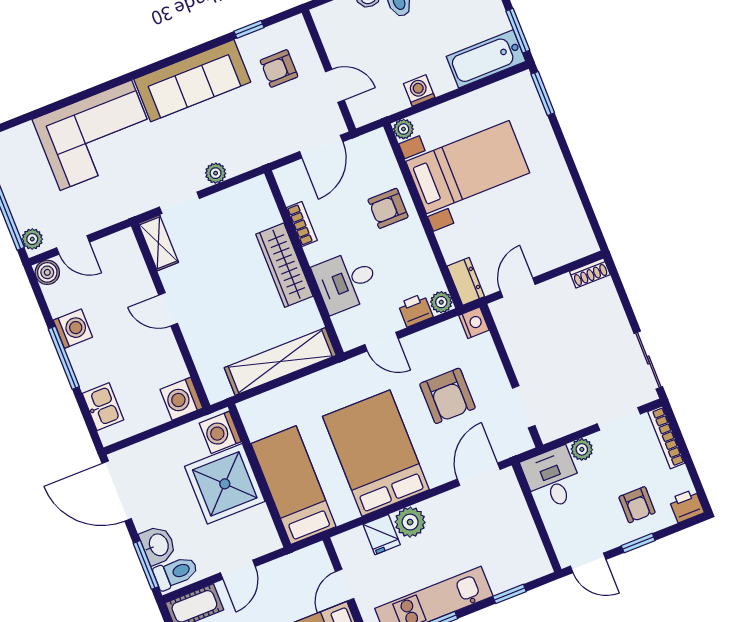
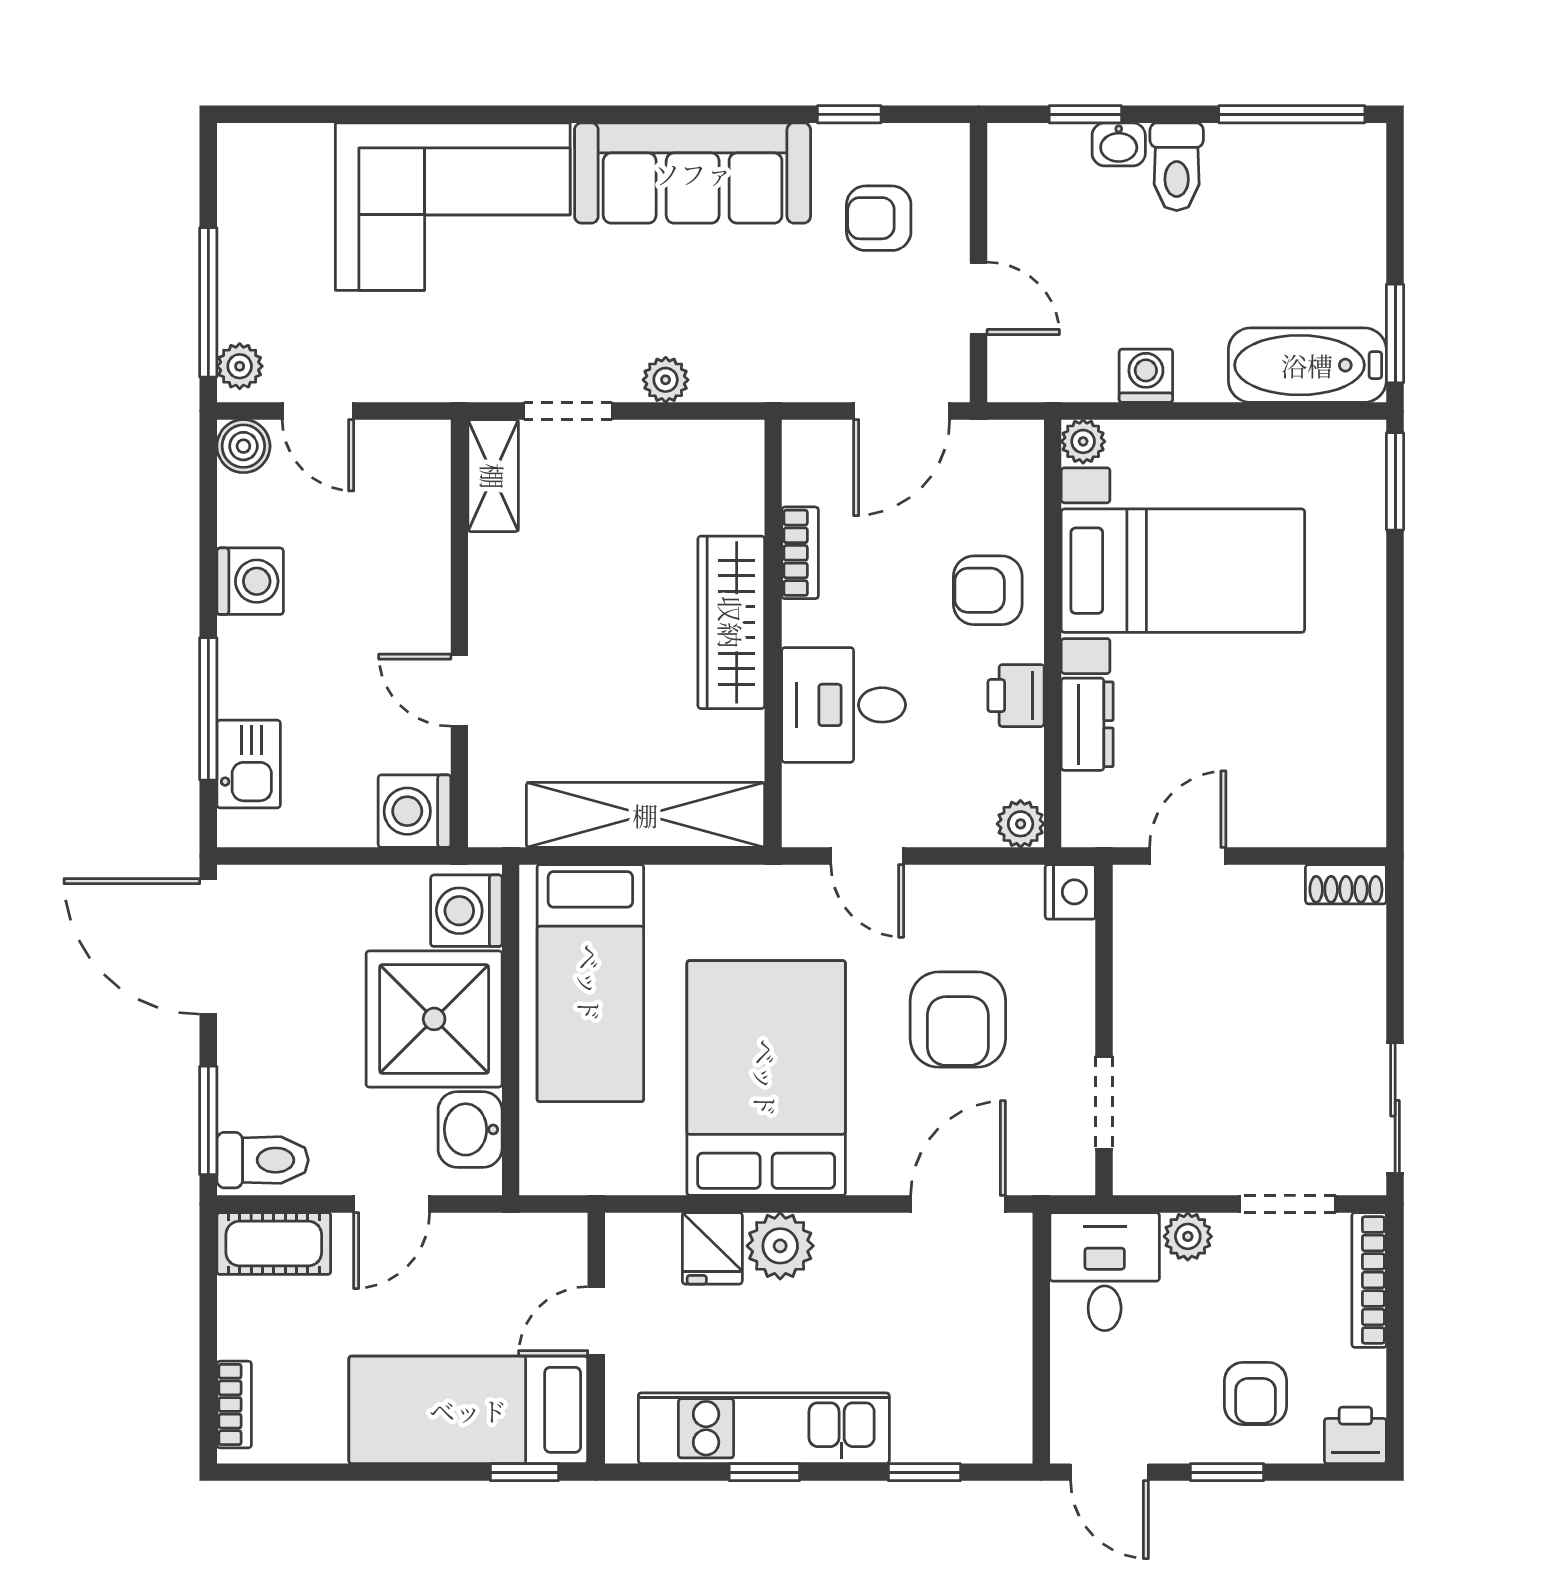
dresser: (466, 281) -> (1087, 724), moved
door: (168, 309) -> (459, 690), moved
printer: (415, 310) -> (1016, 696), moved, turned -90
window: (64, 358) -> (208, 709), moved
bed: (293, 485) -> (590, 983), moved, turned 180
washbasin: (158, 545) -> (470, 1129), moved, turned 180

